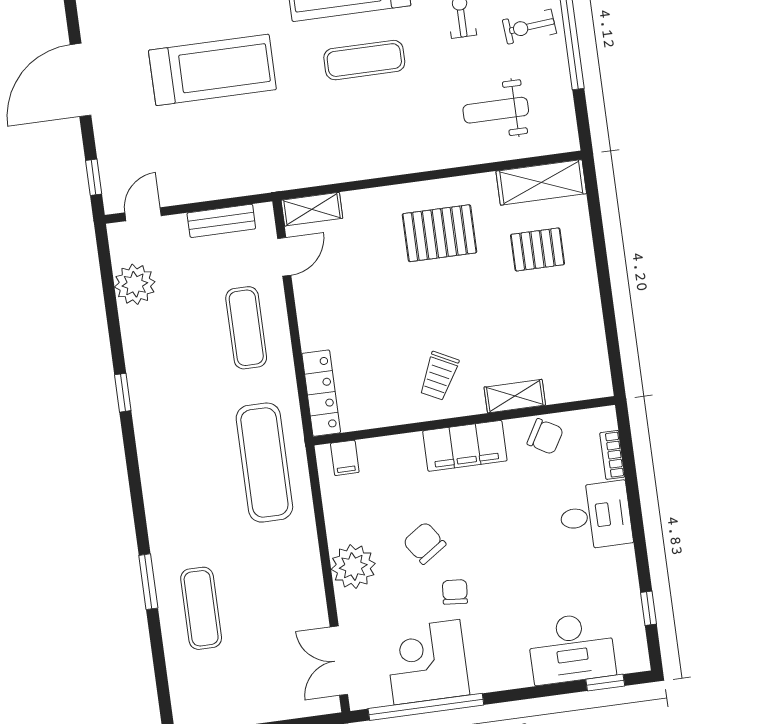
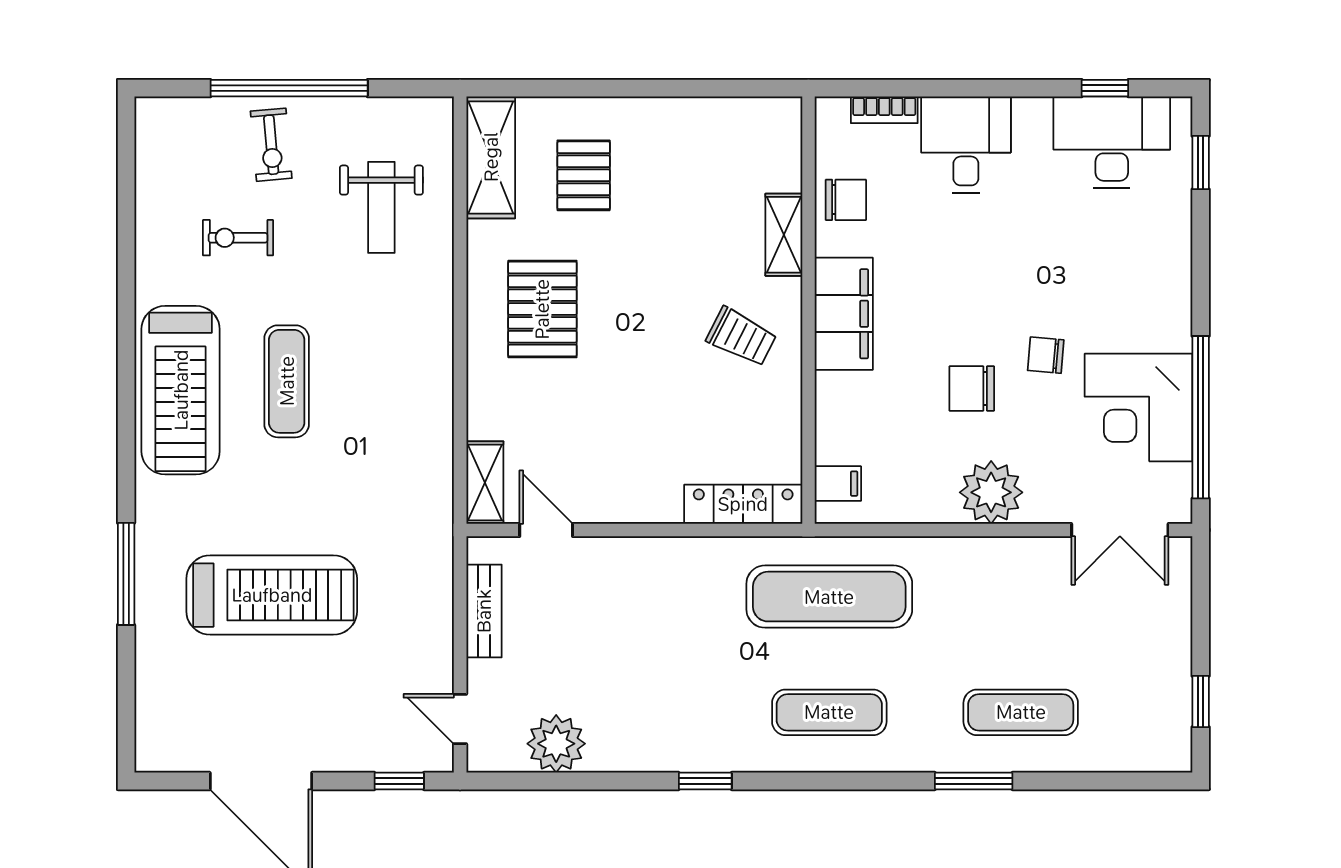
treadmill: (212, 70) -> (272, 595), turned 90
exercise mat: (246, 328) -> (829, 712), moved
chair: (545, 436) -> (846, 200), turned 60
chair: (424, 543) -> (972, 388), turned 34
desk: (572, 648) -> (1112, 142), moved, turned -90

